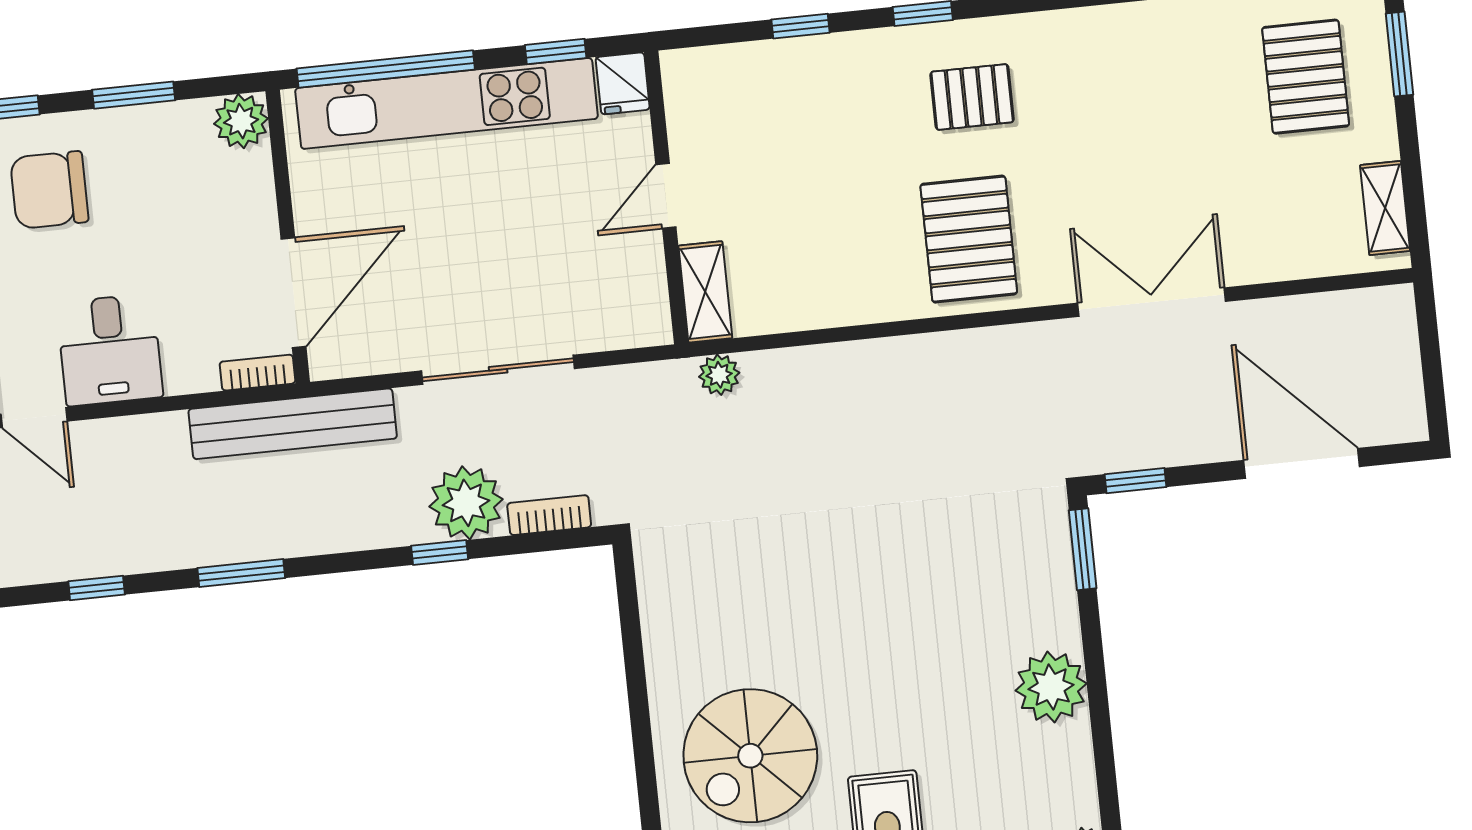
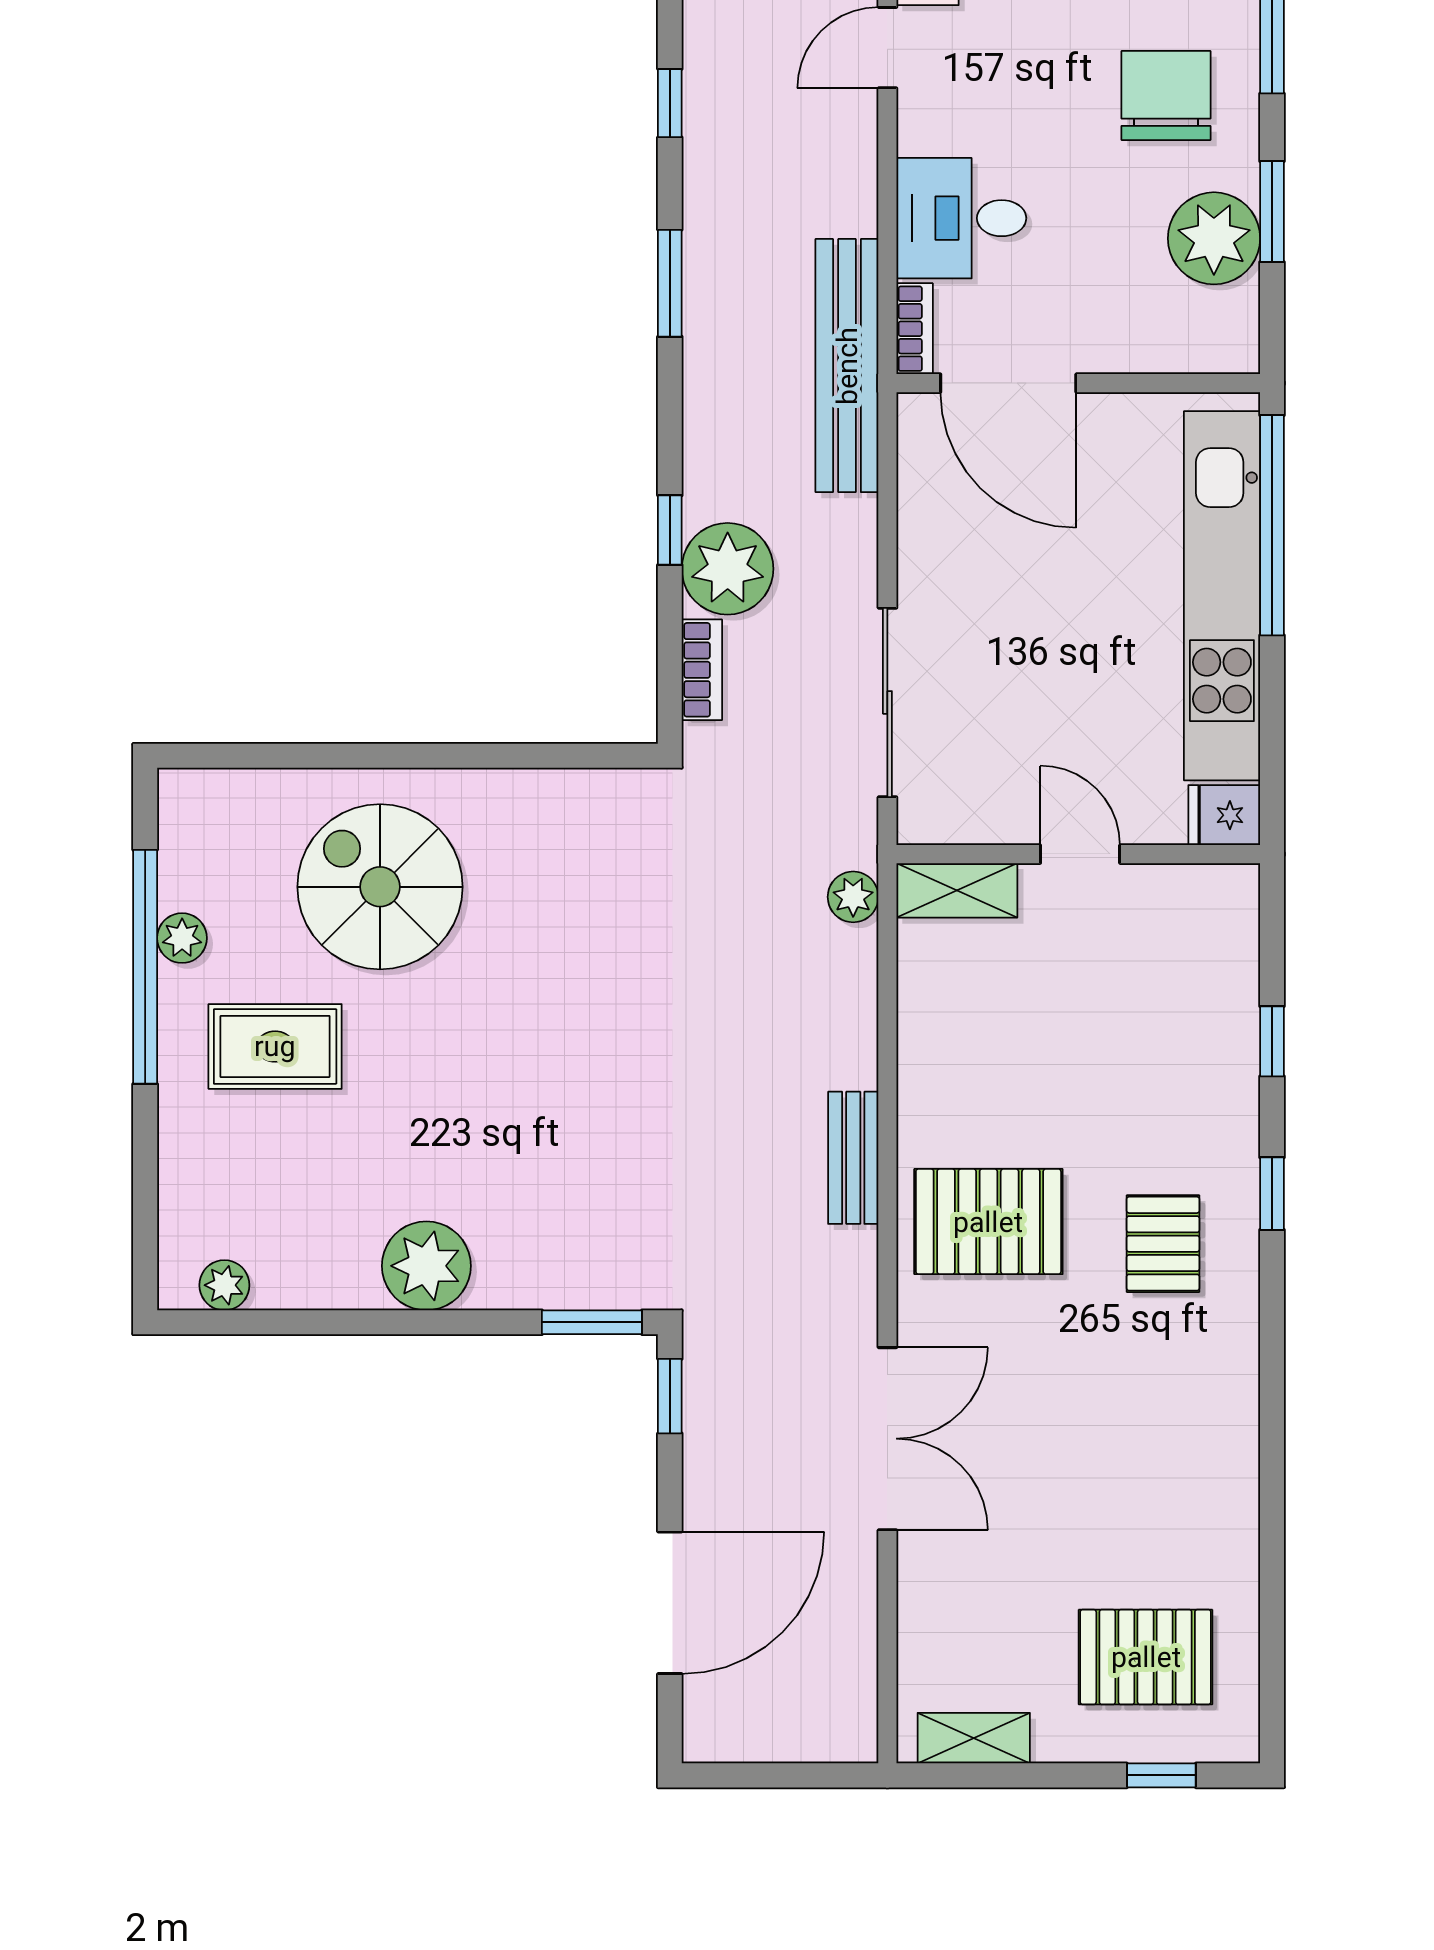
window: (556, 51) -> (1272, 737), removed
window: (1399, 54) -> (1161, 1775), width x0.67
plant: (241, 121) -> (1214, 238), moved, width x1.36, depth x1.36
desk: (110, 350) -> (961, 218), moved
bench: (929, 353) -> (853, 1158), added
sliding door: (498, 370) -> (887, 702), moved

